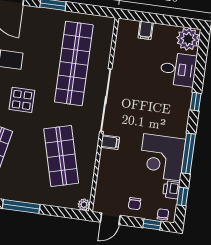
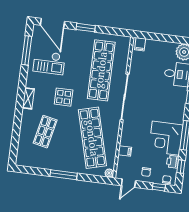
filing cabinet: (146, 30) -> (140, 44), moved
filing cabinet: (110, 142) -> (125, 151), moved
shop shelf: (61, 156) -> (92, 138), width x1.40

